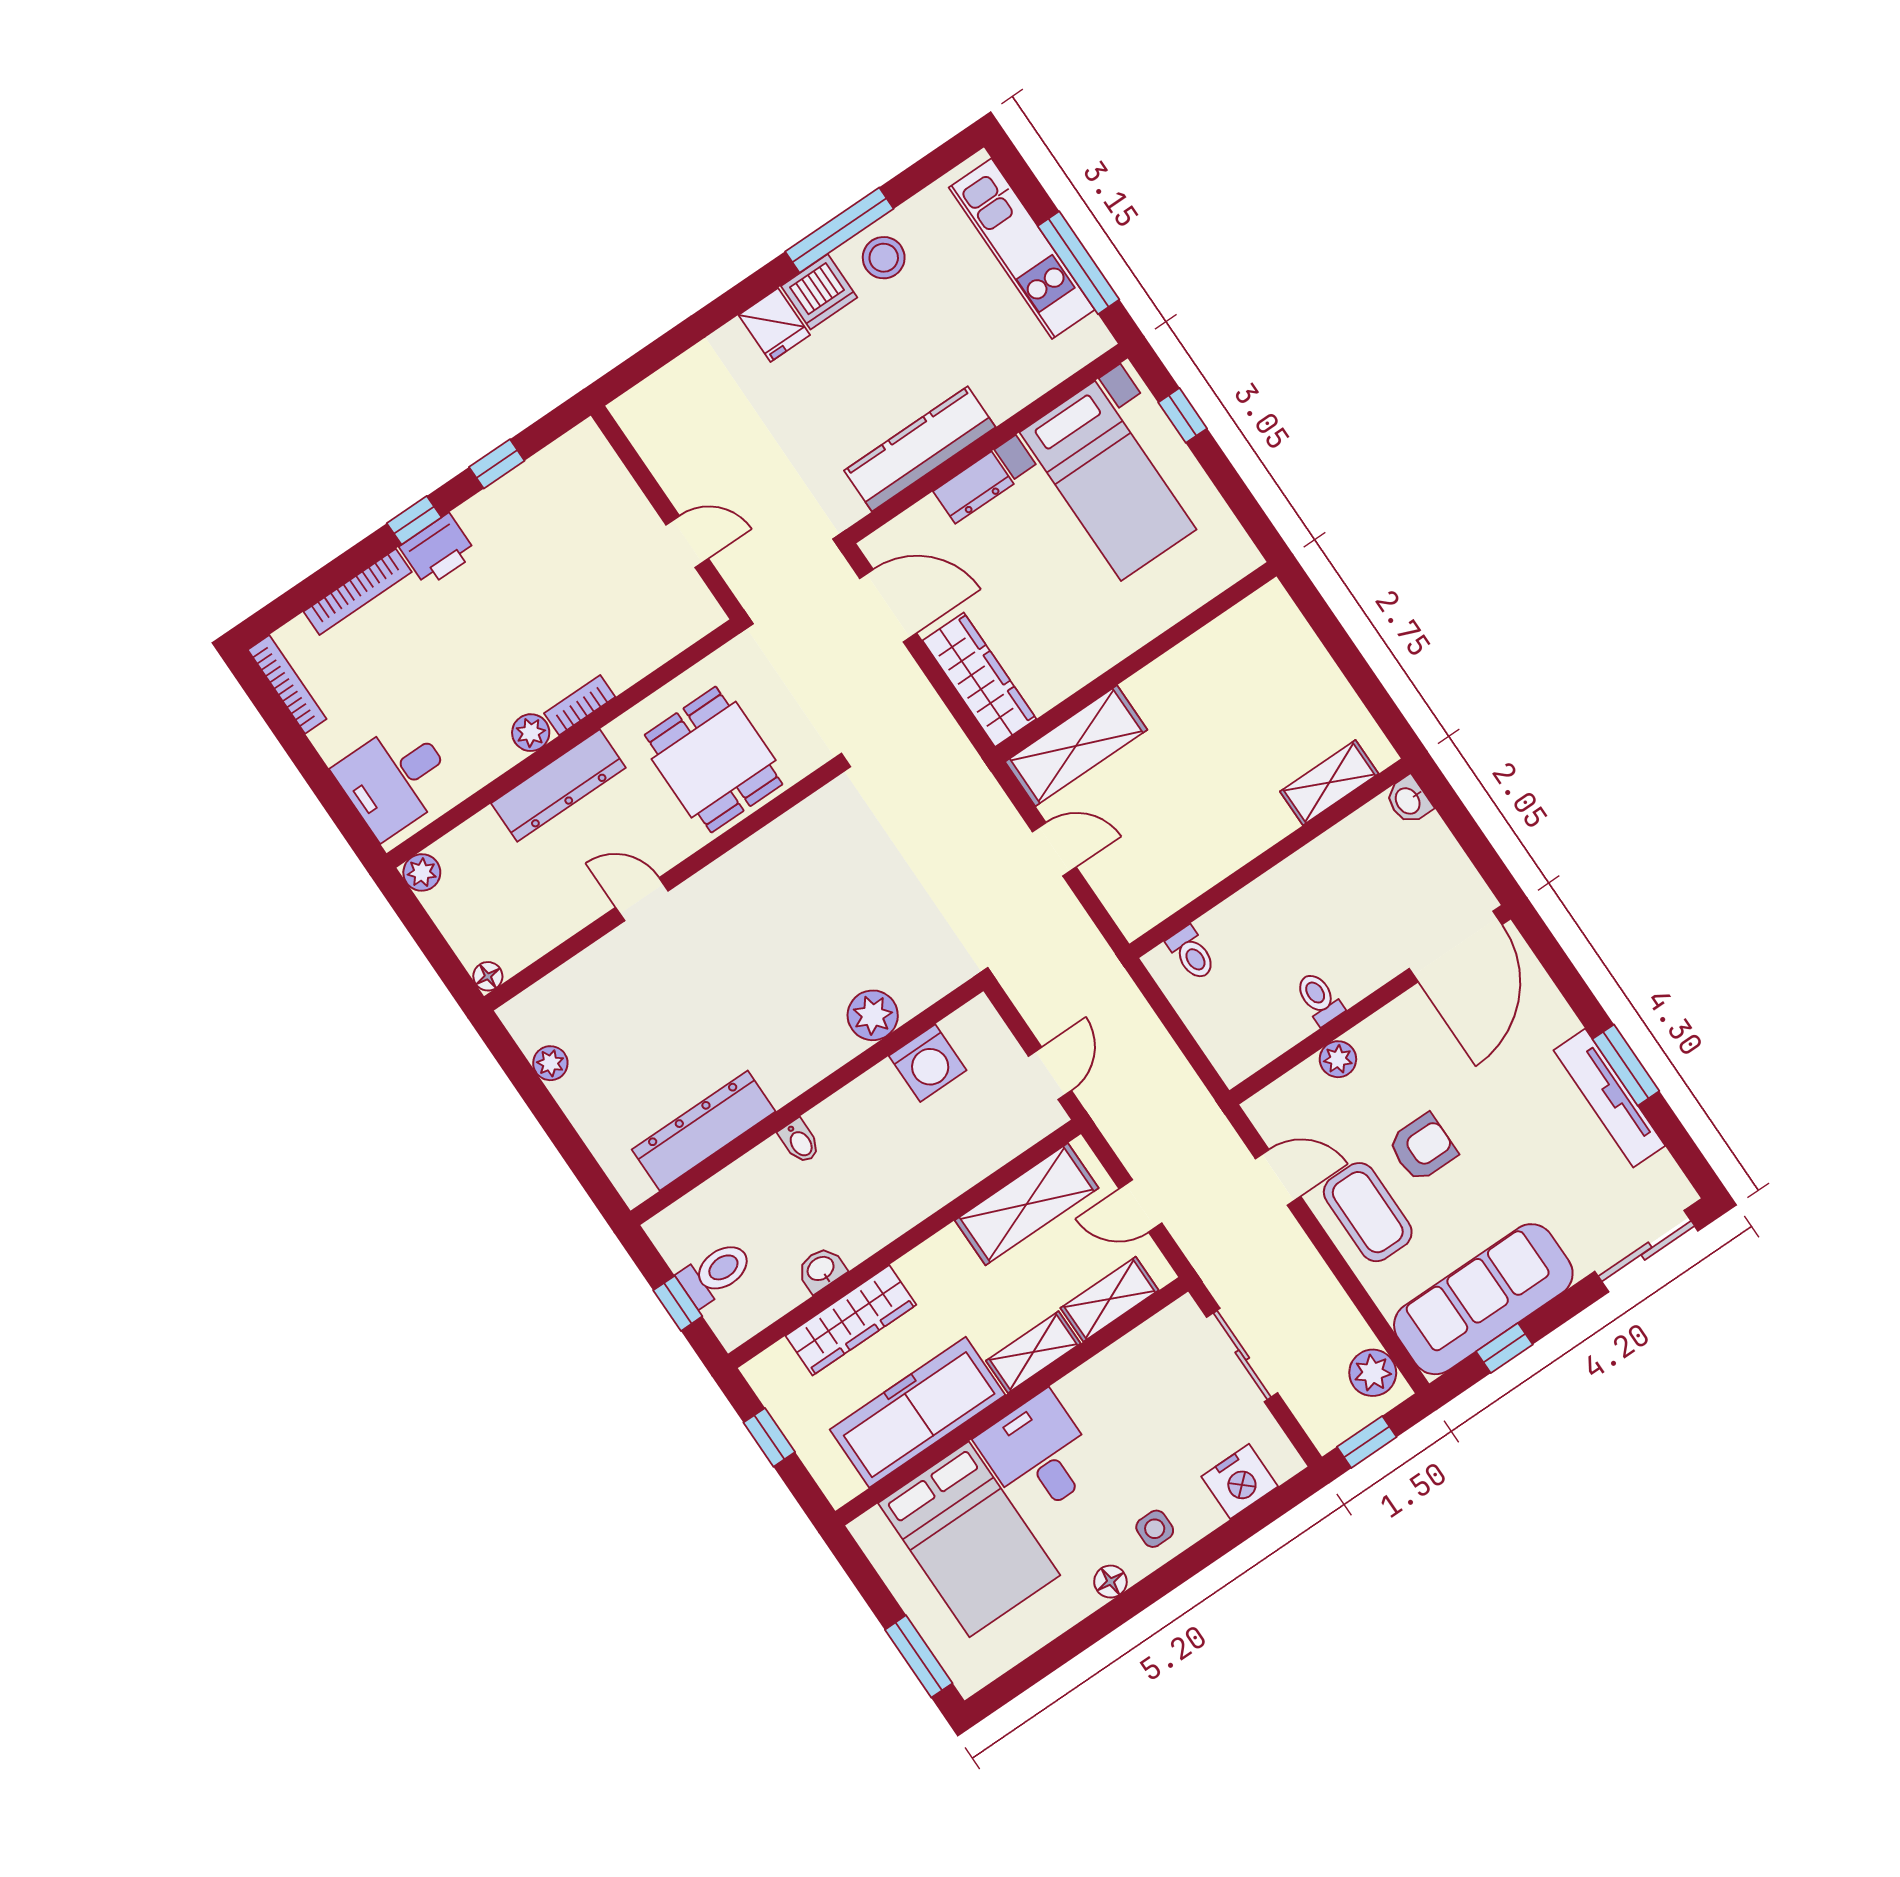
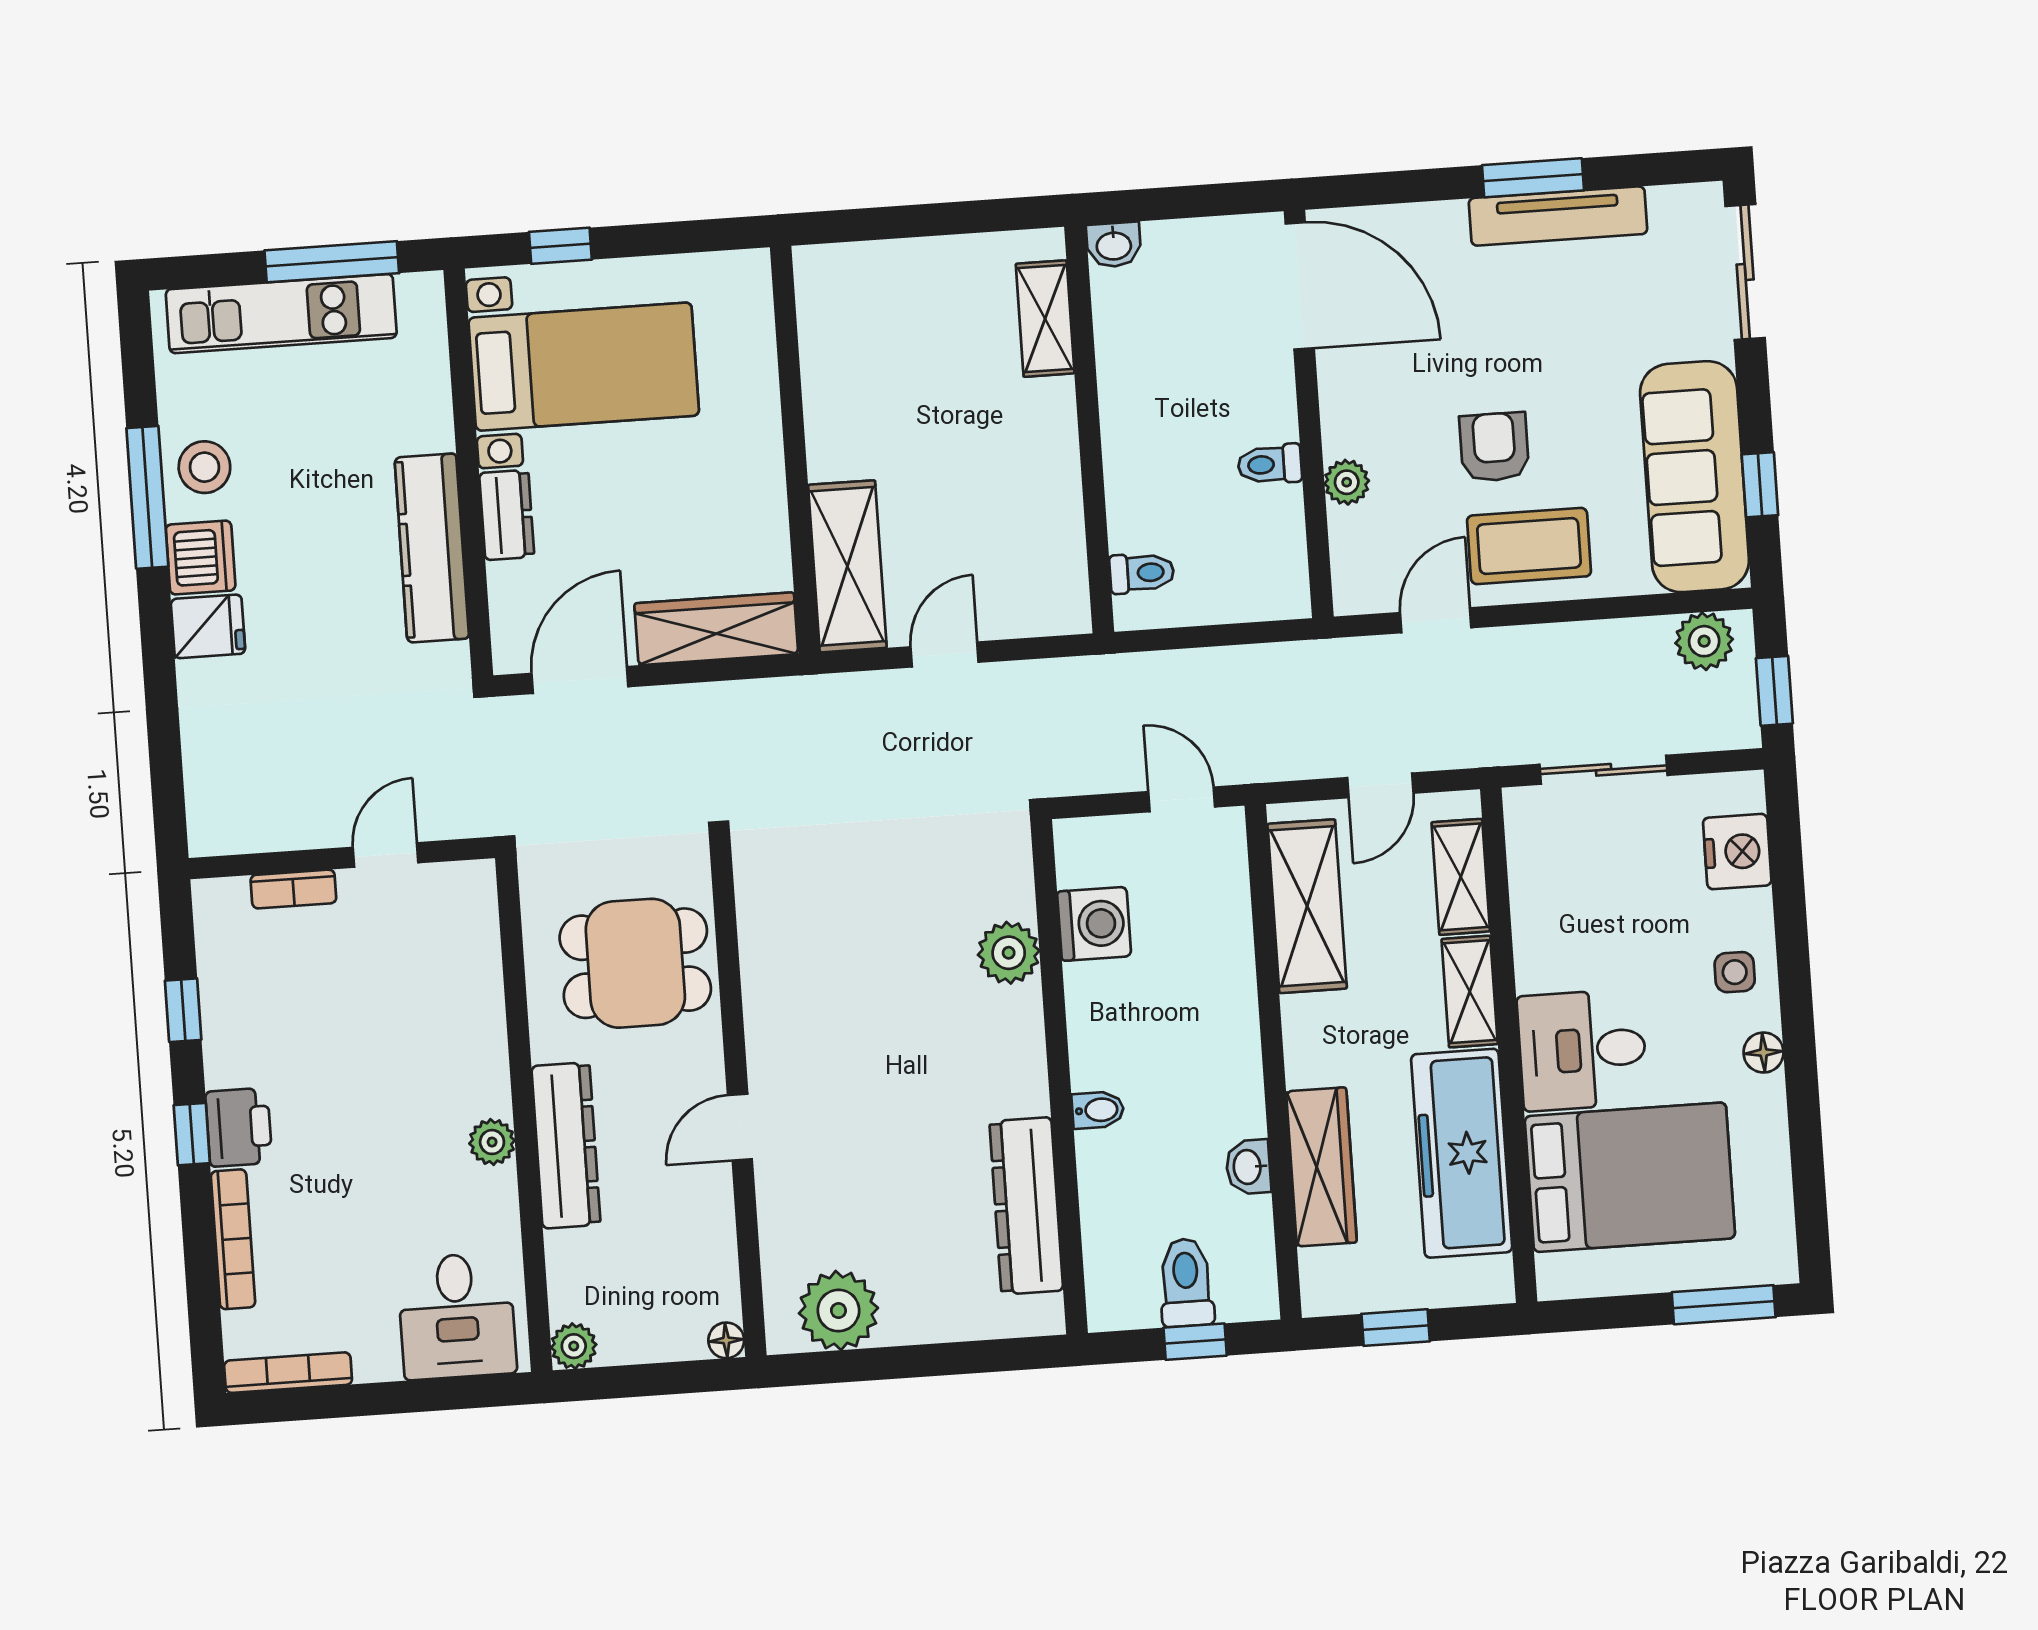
bookcase: (580, 705) -> (293, 889), moved, turned -90
plant: (550, 1063) -> (838, 1311), width x1.88, depth x1.88

